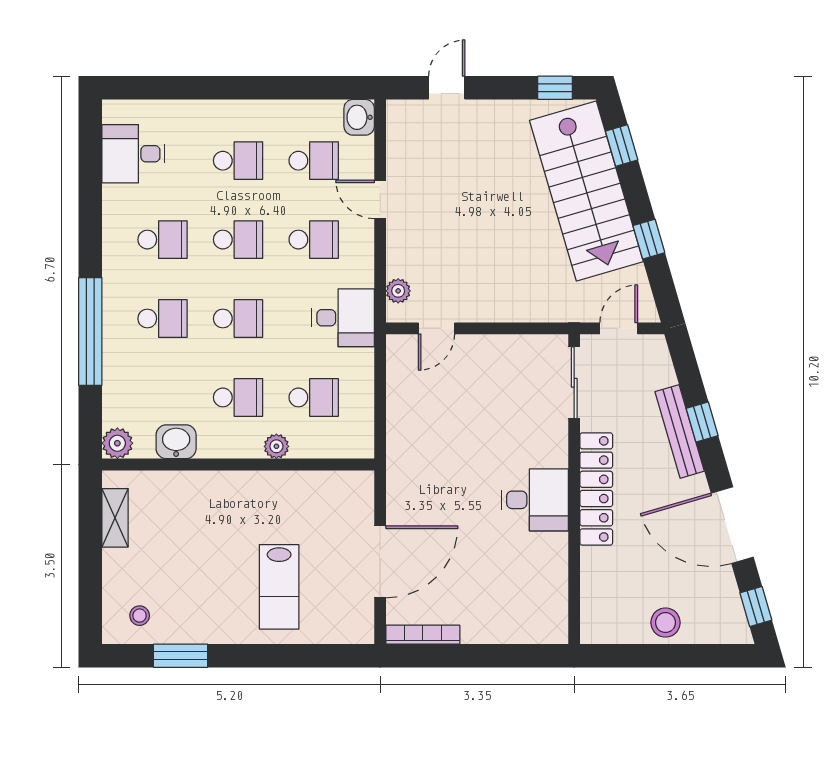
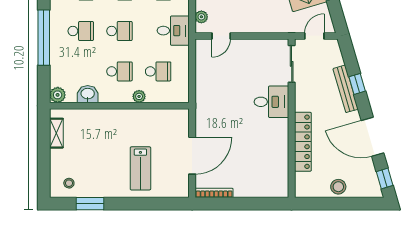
locker: (596, 489) -> (303, 142), moved
desk: (535, 500) -> (271, 102), moved

